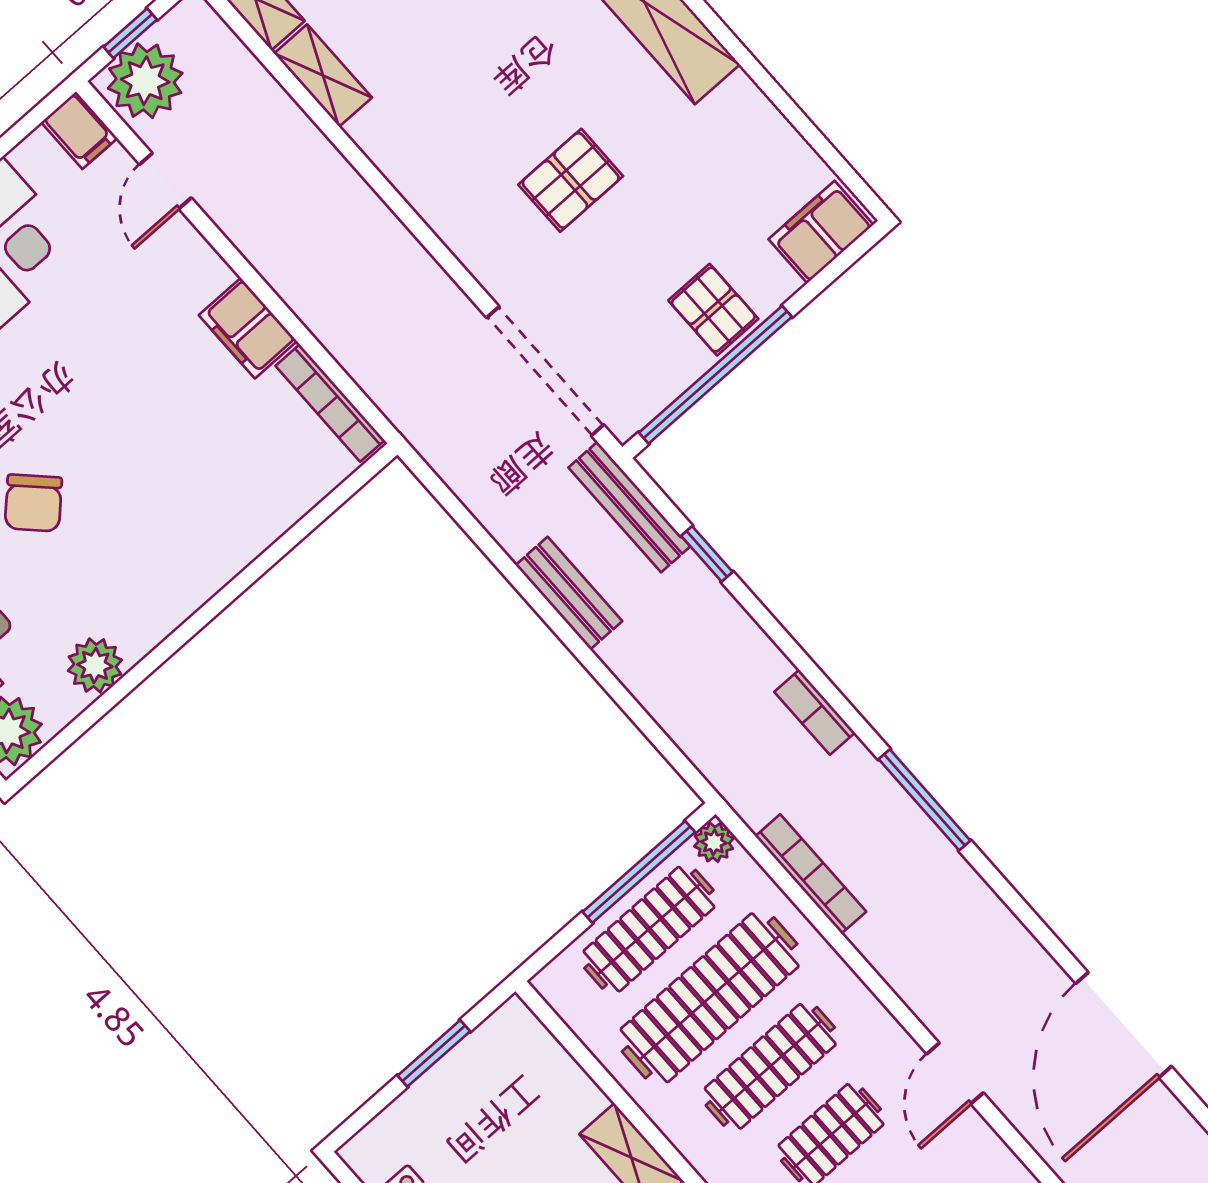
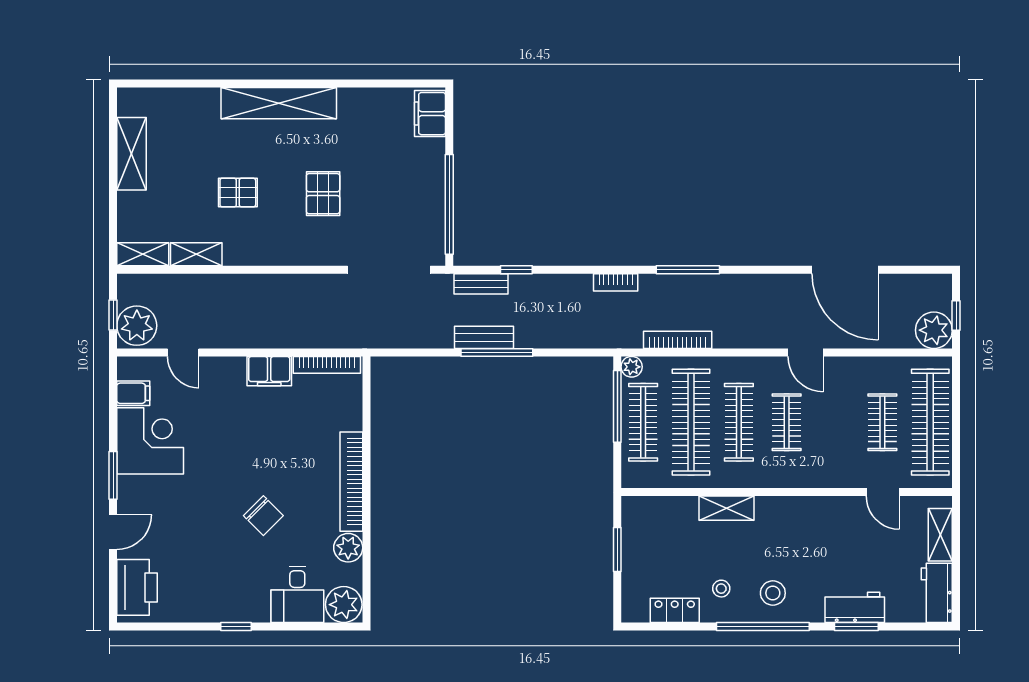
filing cabinet: (79, 130) -> (133, 393), moved
pallet: (713, 310) -> (238, 193), moved
bench: (629, 507) -> (481, 284), width x0.73
bookcase: (194, 586) -> (351, 482), added
window: (563, 631) -> (497, 352), added

